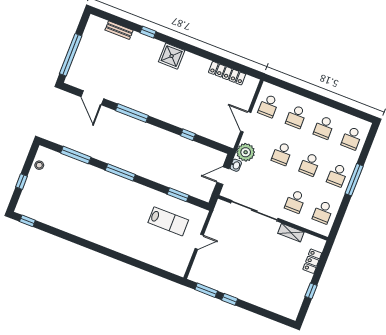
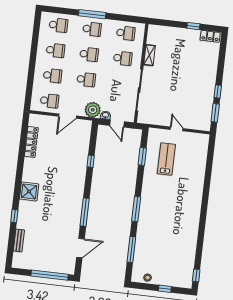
locker: (312, 261) -> (210, 36), moved

